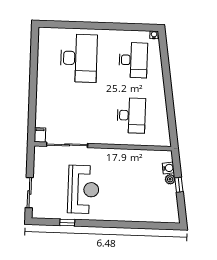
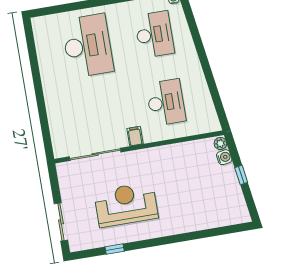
filing cabinet: (40, 135) -> (135, 136), moved
plant: (170, 179) -> (220, 143), moved
reception desk: (83, 189) -> (126, 205), turned -90

